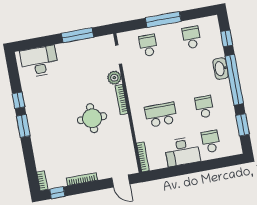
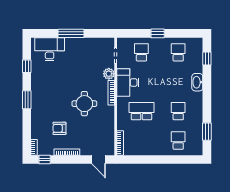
window: (163, 20) -> (158, 33), width x0.46
window: (78, 35) -> (71, 33), moved
window: (234, 80) -> (207, 94), removed
window: (18, 100) -> (27, 66), moved
desk: (182, 152) -> (128, 82), moved, turned 90
armchair: (68, 153) -> (59, 128), added

